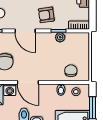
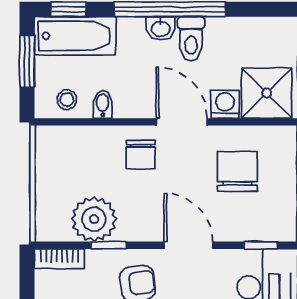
plant: (60, 37) -> (94, 219), width x1.88, depth x1.88
chair: (71, 71) -> (141, 155), moved

